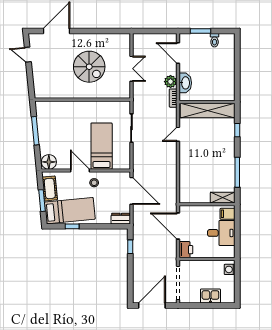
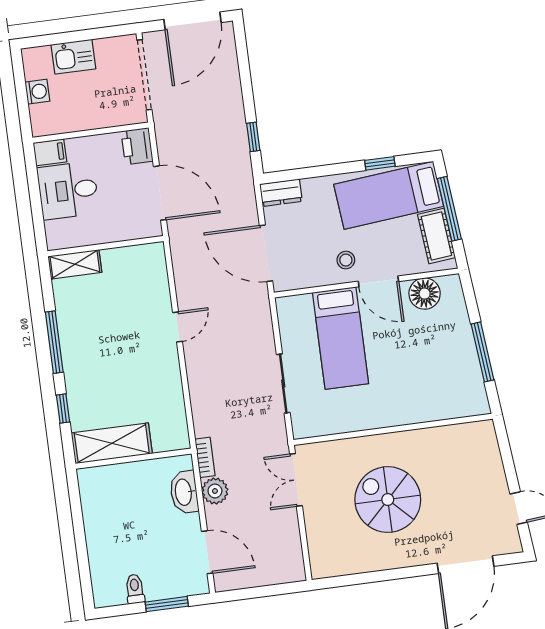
double door: (131, 69) -> (296, 480), moved
shelving: (208, 111) -> (112, 443), width x0.68
door: (178, 134) -> (178, 327), moved
floor lamp: (49, 162) -> (425, 294), moved
window: (237, 172) -> (54, 342), moved
window: (42, 201) -> (449, 209), width x1.44
filing cabinet: (228, 214) -> (50, 152), moved
washing machine: (230, 269) -> (37, 92), moved

